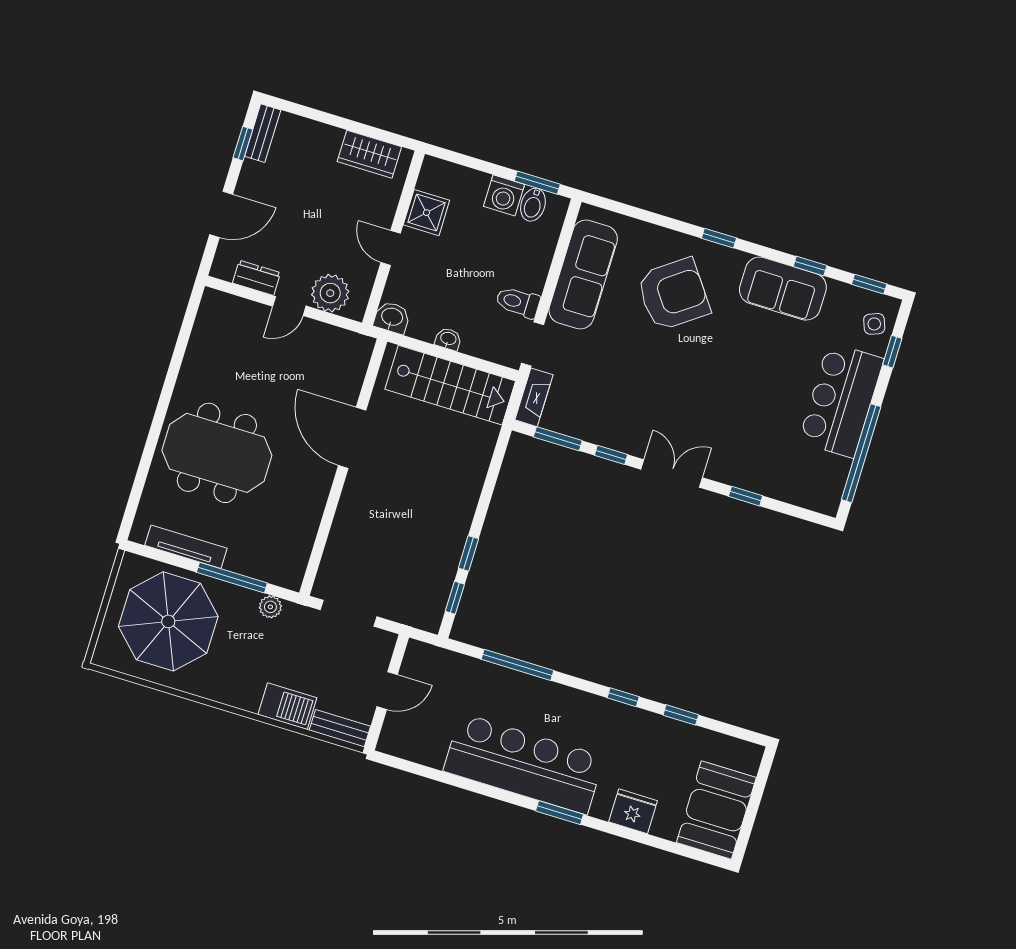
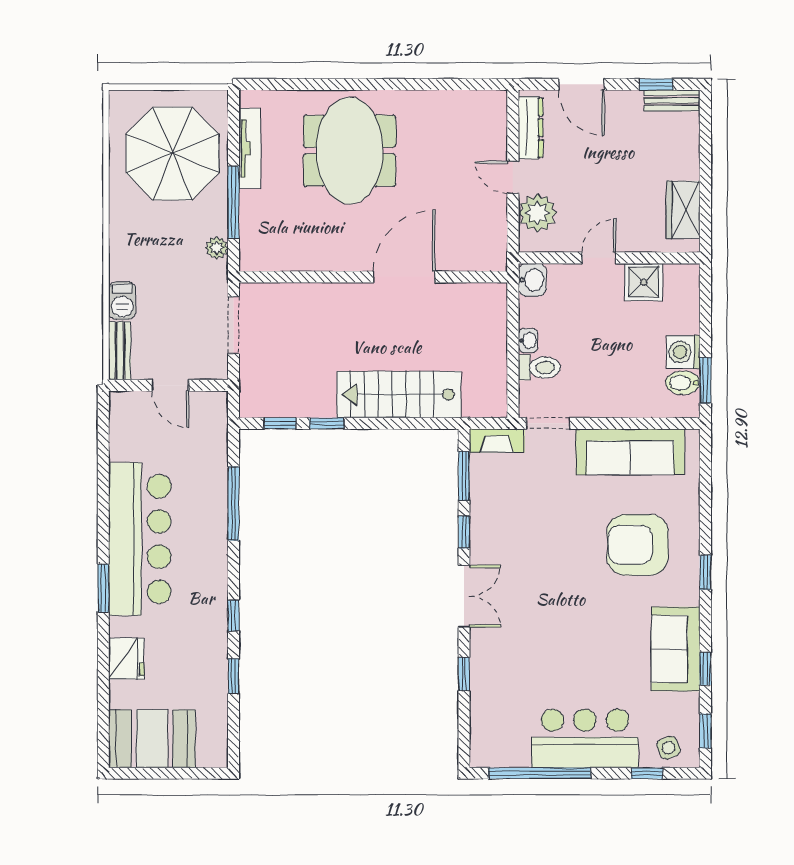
dresser: (257, 278) -> (531, 128), width x1.44
armchair: (673, 294) -> (638, 545), turned 126
toilet: (518, 302) -> (539, 367), moved, turned 90
stairs: (450, 385) -> (399, 395), moved, turned 90
barbecue: (287, 706) -> (122, 301), width x0.73, depth x0.79

